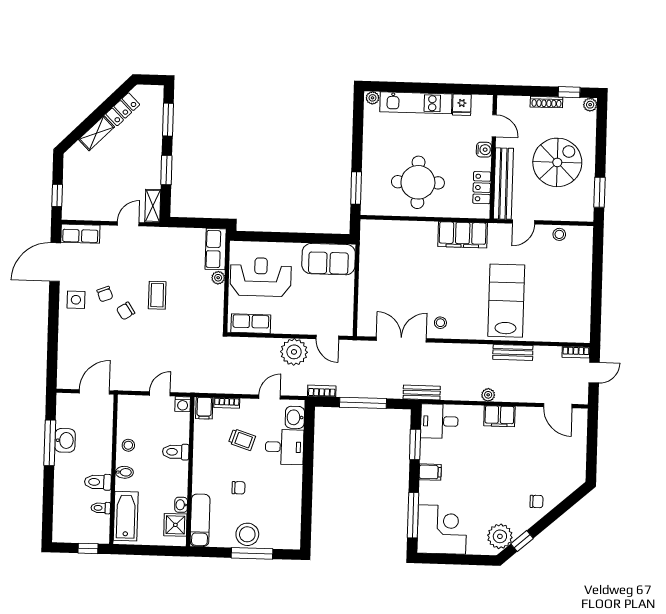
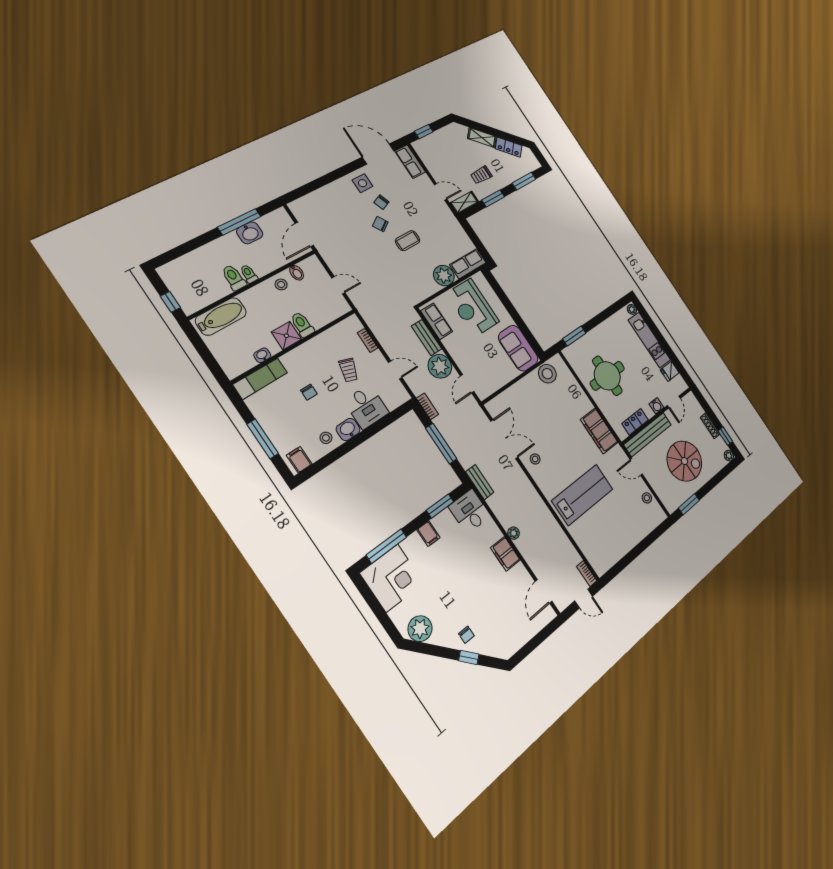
trolley: (135, 165) -> (481, 175), added
stool: (372, 247) -> (547, 374), added
reception desk: (261, 277) -> (473, 308), turned 180
plant: (218, 278) -> (444, 276), width x1.88, depth x1.88
bench: (513, 352) -> (427, 337), moved
door: (94, 392) -> (304, 234), swing flipped
washing machine: (183, 404) -> (343, 307), removed
filing cabinet: (204, 408) -> (299, 460), moved, turned 90
washbasin: (295, 417) -> (348, 429), moved
bidet: (124, 472) -> (297, 273), moved
toilet: (101, 508) -> (249, 274), moved
shower: (175, 525) -> (286, 336), moved
stool: (247, 534) -> (326, 438), moved, width x0.53, depth x0.53
window: (522, 541) -> (469, 657), moved

